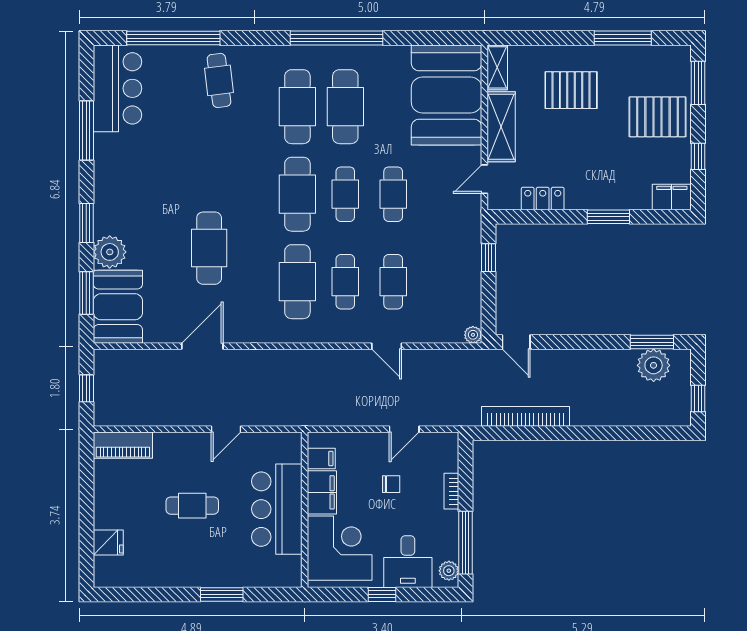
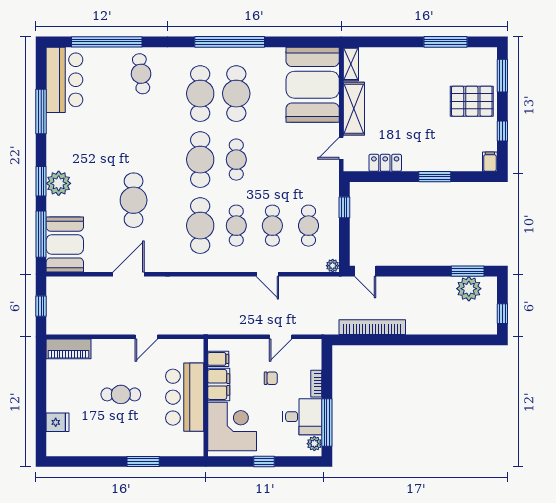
pallet: (571, 90) -> (407, 81), removed
cafe table: (393, 194) -> (308, 226), moved
filing cabinet: (672, 197) -> (490, 162), width x0.50
plant: (110, 252) -> (59, 183), moved
window: (86, 293) -> (41, 234), width x1.44
desk: (408, 562) -> (302, 417), moved, turned -90

